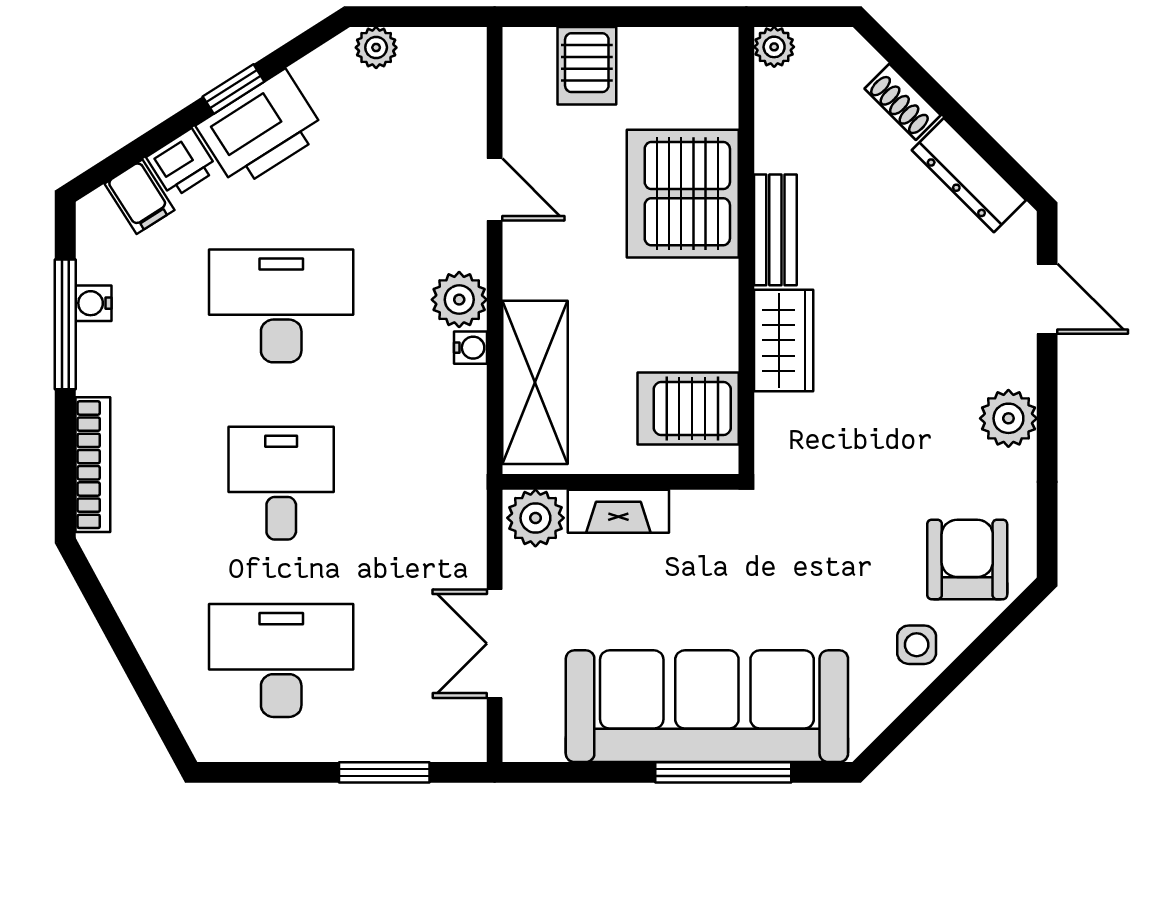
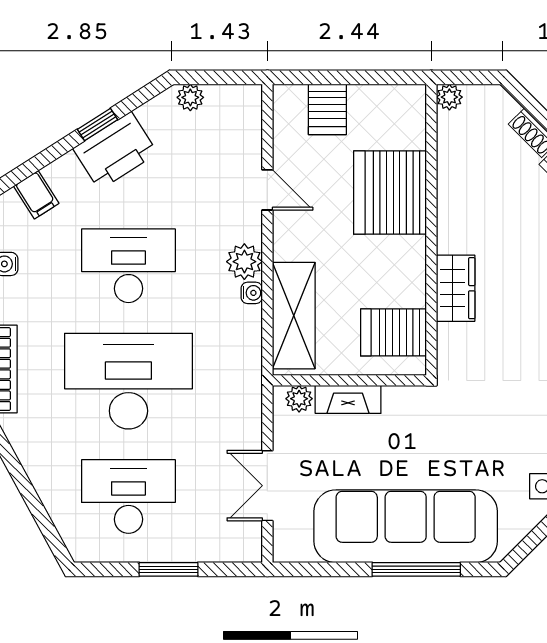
printer: (182, 163) -> (64, 173), removed
bench: (775, 230) -> (450, 216), removed
desk: (281, 483) -> (128, 381), width x1.87, depth x1.30
plant: (535, 518) -> (299, 399), width x0.73, depth x0.73
window: (384, 772) -> (168, 569), moved

